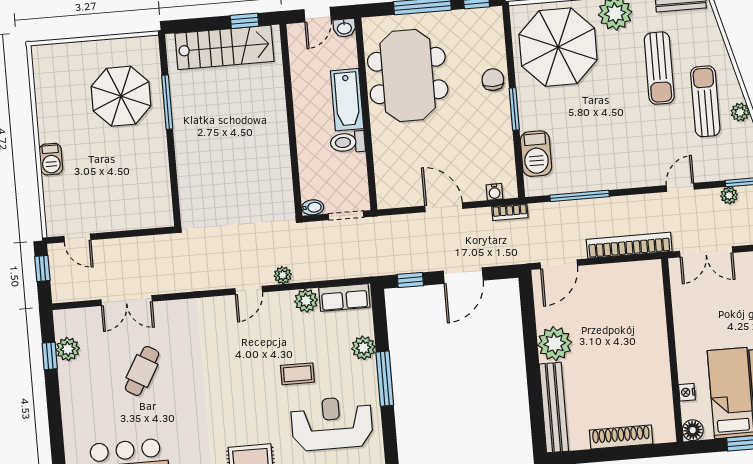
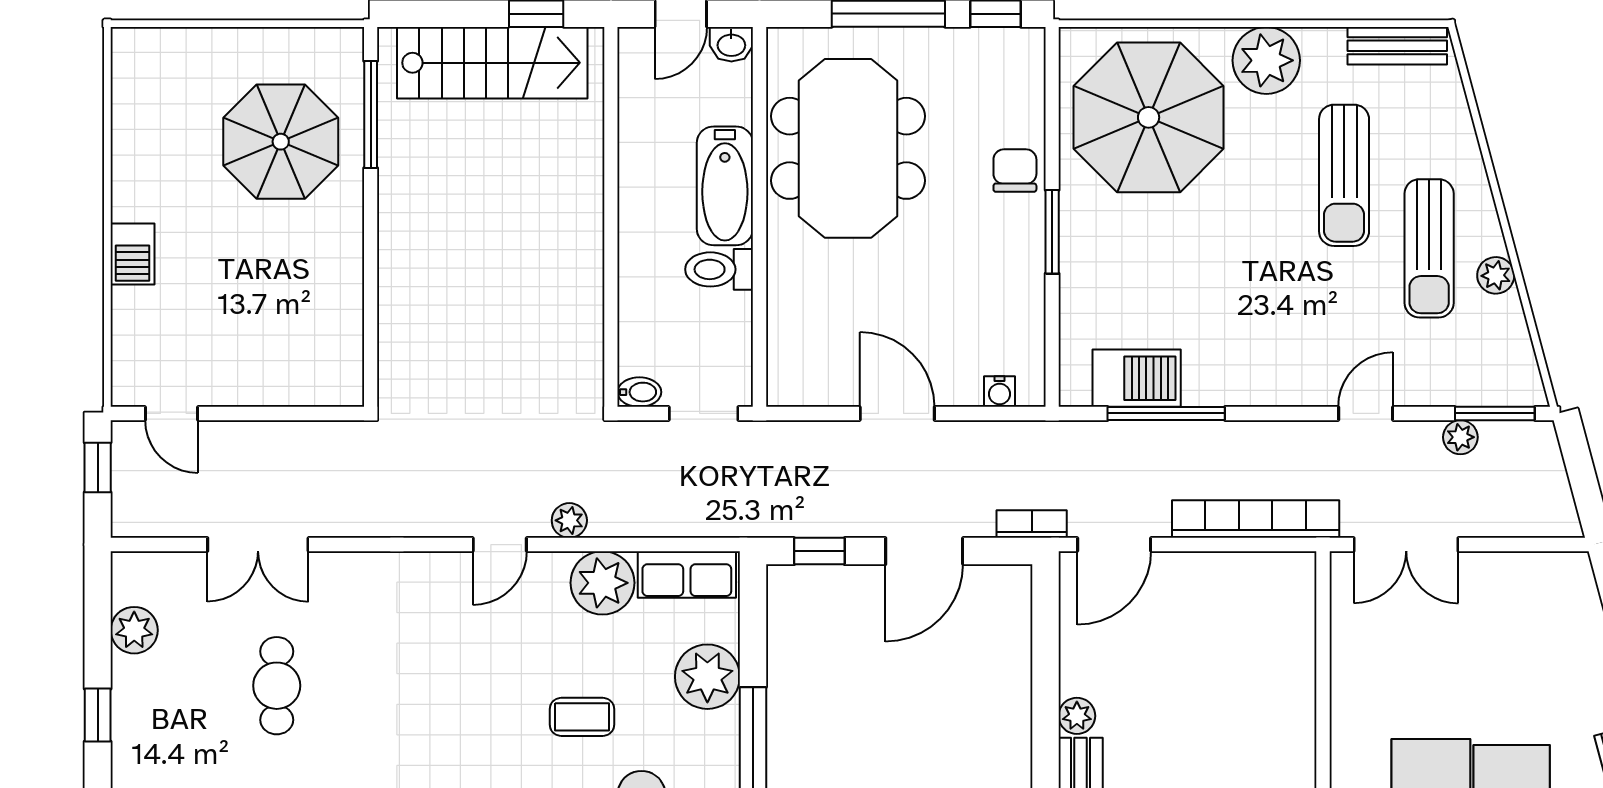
sun lounger: (705, 101) -> (1429, 248), turned 180
window: (167, 102) -> (371, 114), moved
barbecue: (536, 154) -> (1137, 378), moved, turned -90
bookcase: (510, 212) -> (1032, 524), moved, turned 180
plant: (306, 301) -> (603, 583), width x1.36, depth x1.36
plant: (555, 344) -> (1077, 716), width x0.53, depth x0.53
plant: (363, 348) -> (707, 677), width x1.36, depth x1.36
window: (50, 356) -> (98, 715), moved
cafe table: (142, 371) -> (277, 686), turned -30

